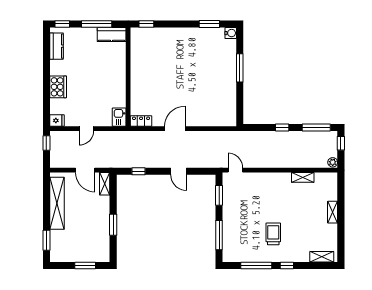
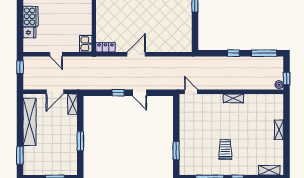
fridge: (57, 120) -> (29, 33), moved
door: (86, 129) -> (56, 54), hinge flipped
window: (341, 143) -> (287, 79), moved
door: (85, 170) -> (55, 92), hinge flipped
window: (139, 171) -> (118, 93), moved
shelving: (303, 177) -> (233, 98), moved
window: (219, 195) -> (176, 115), removed
window: (219, 235) -> (176, 151), width x0.69

